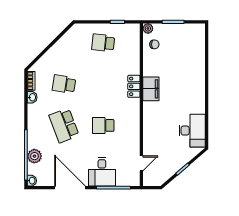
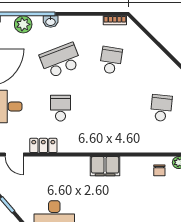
locker: (134, 86) -> (43, 145), moved
washbasin: (32, 97) -> (51, 22), moved

